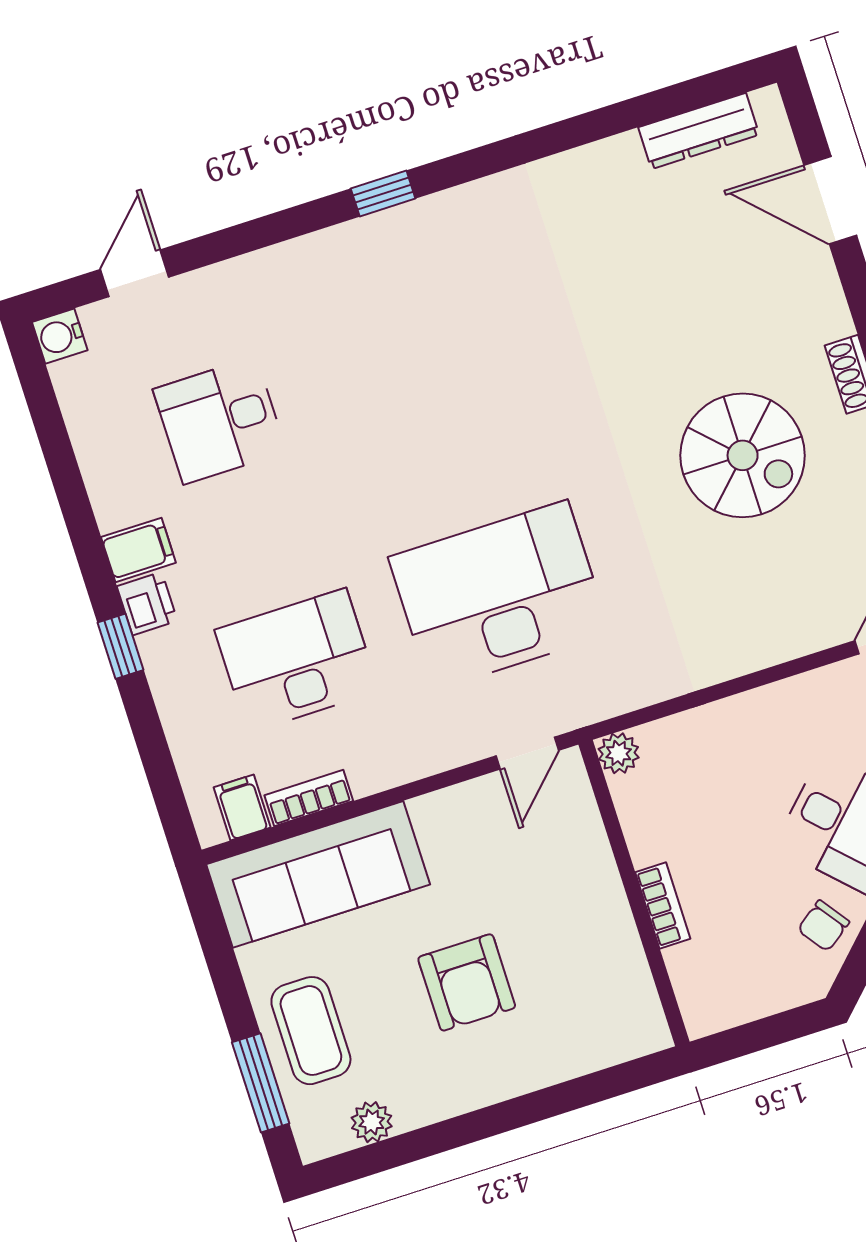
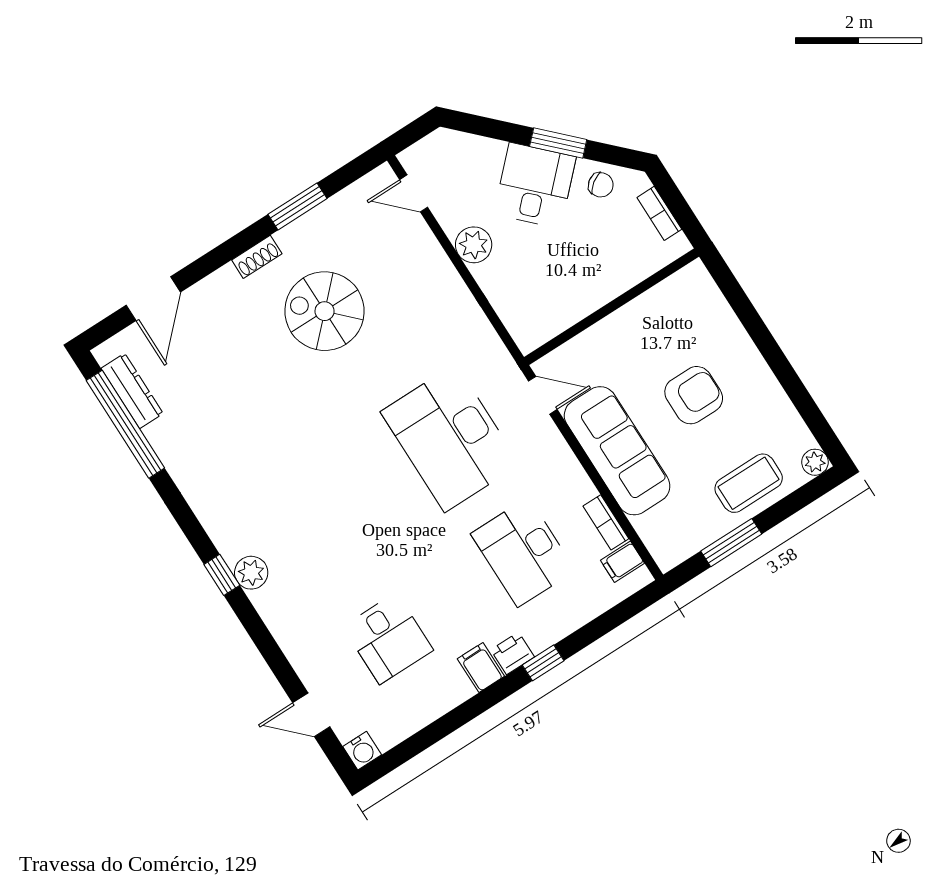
window: (651, 108) -> (125, 424), added
plant: (375, 239) -> (251, 573), added
spiral stairs: (743, 455) -> (325, 311), turned -90
plant: (619, 753) -> (474, 245), moved, width x1.38, depth x1.38
sofa: (318, 874) -> (617, 451), moved
bookcase: (663, 906) -> (659, 213), moved, turned -90
window: (261, 1083) -> (731, 543), moved
plant: (372, 1122) -> (815, 462), moved

